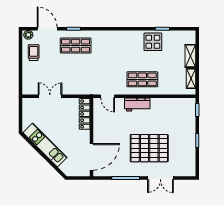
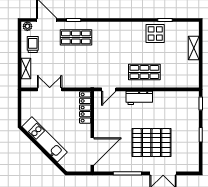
shelving: (191, 79) -> (26, 68), moved
door: (108, 96) -> (109, 89), hinge flipped

